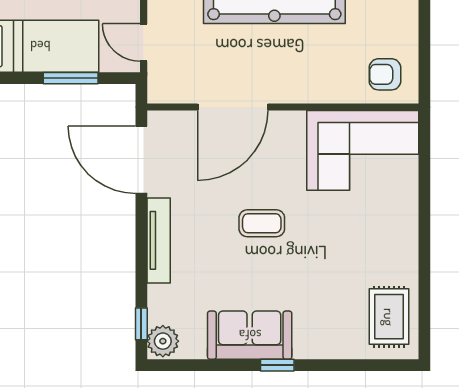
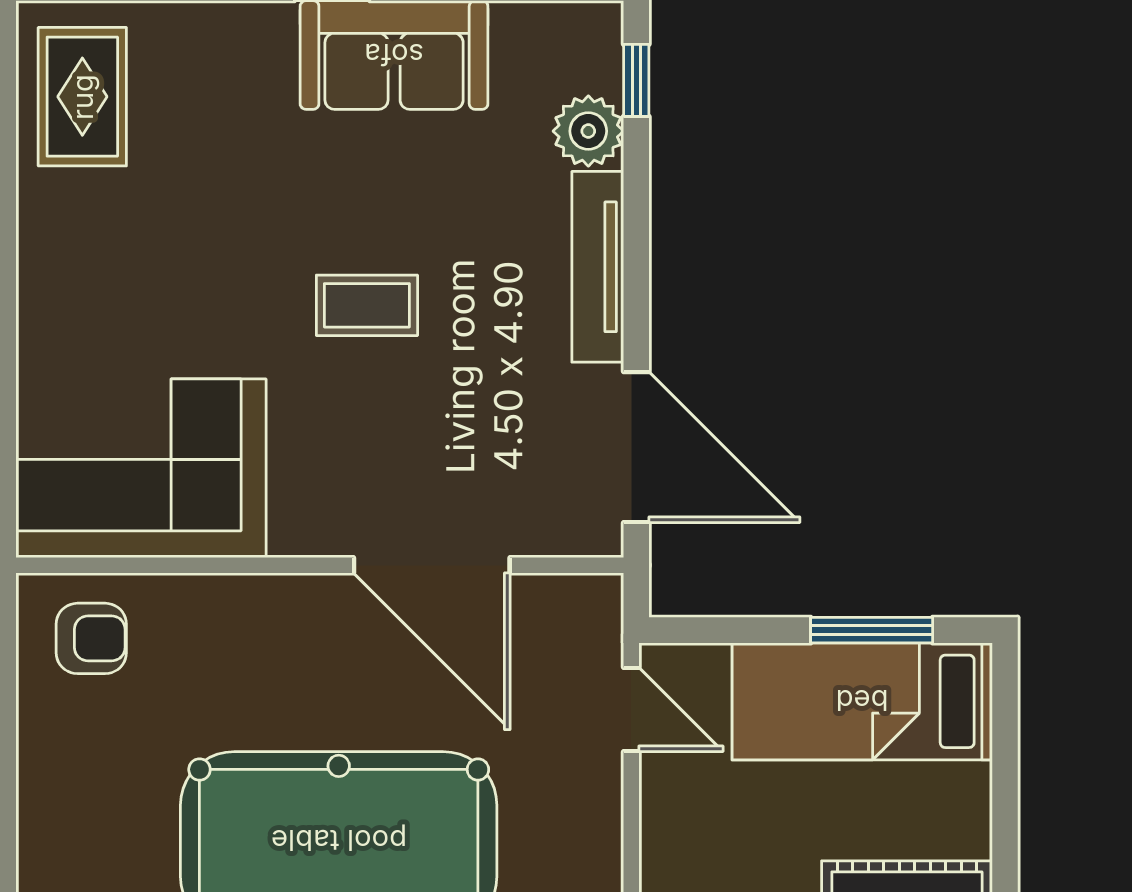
window: (71, 78) -> (872, 630), moved
door: (233, 107) -> (432, 565), swing flipped
plant: (163, 341) -> (588, 131), moved

